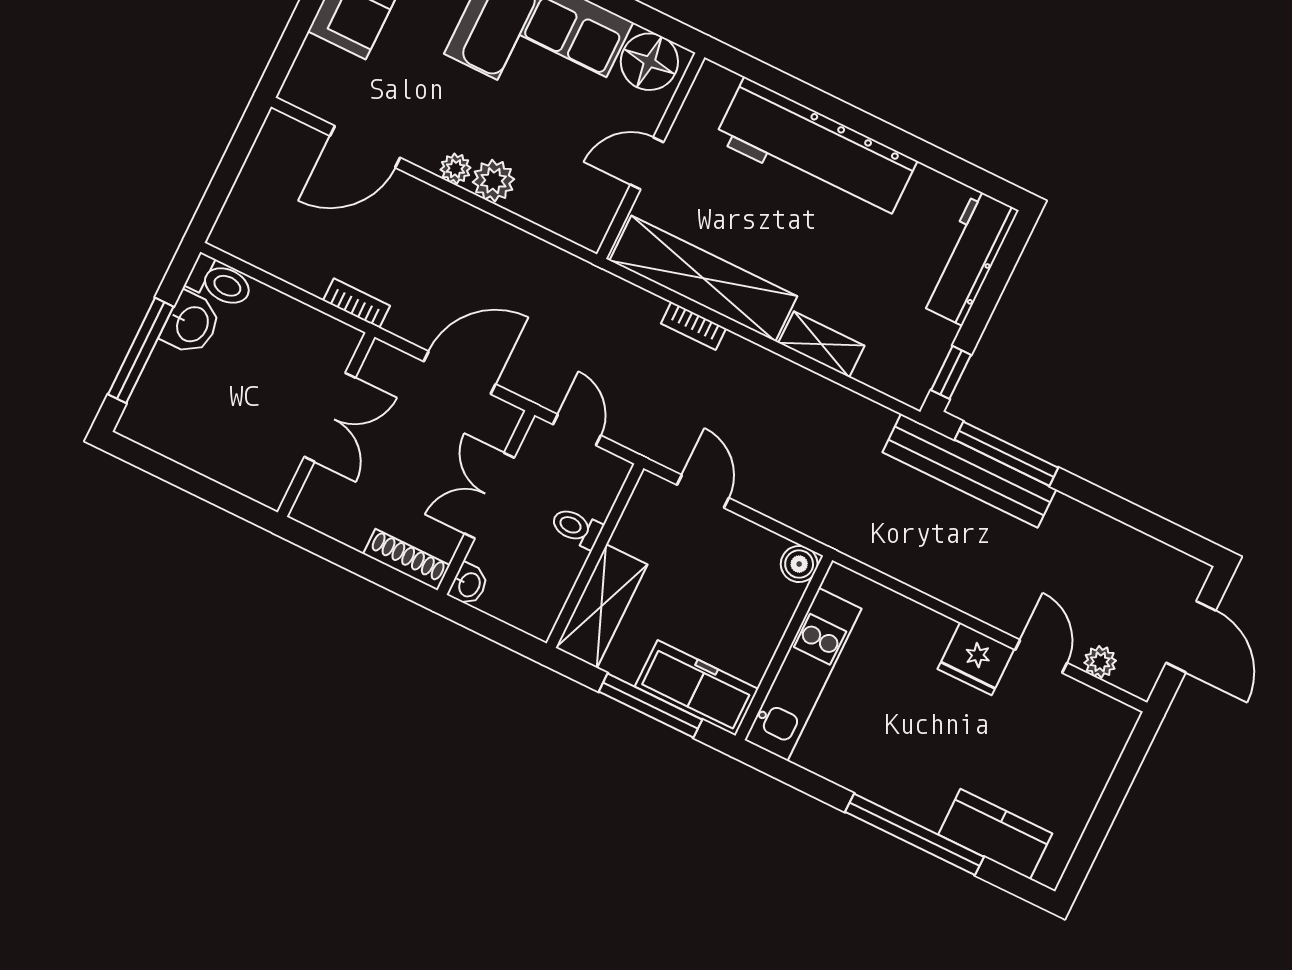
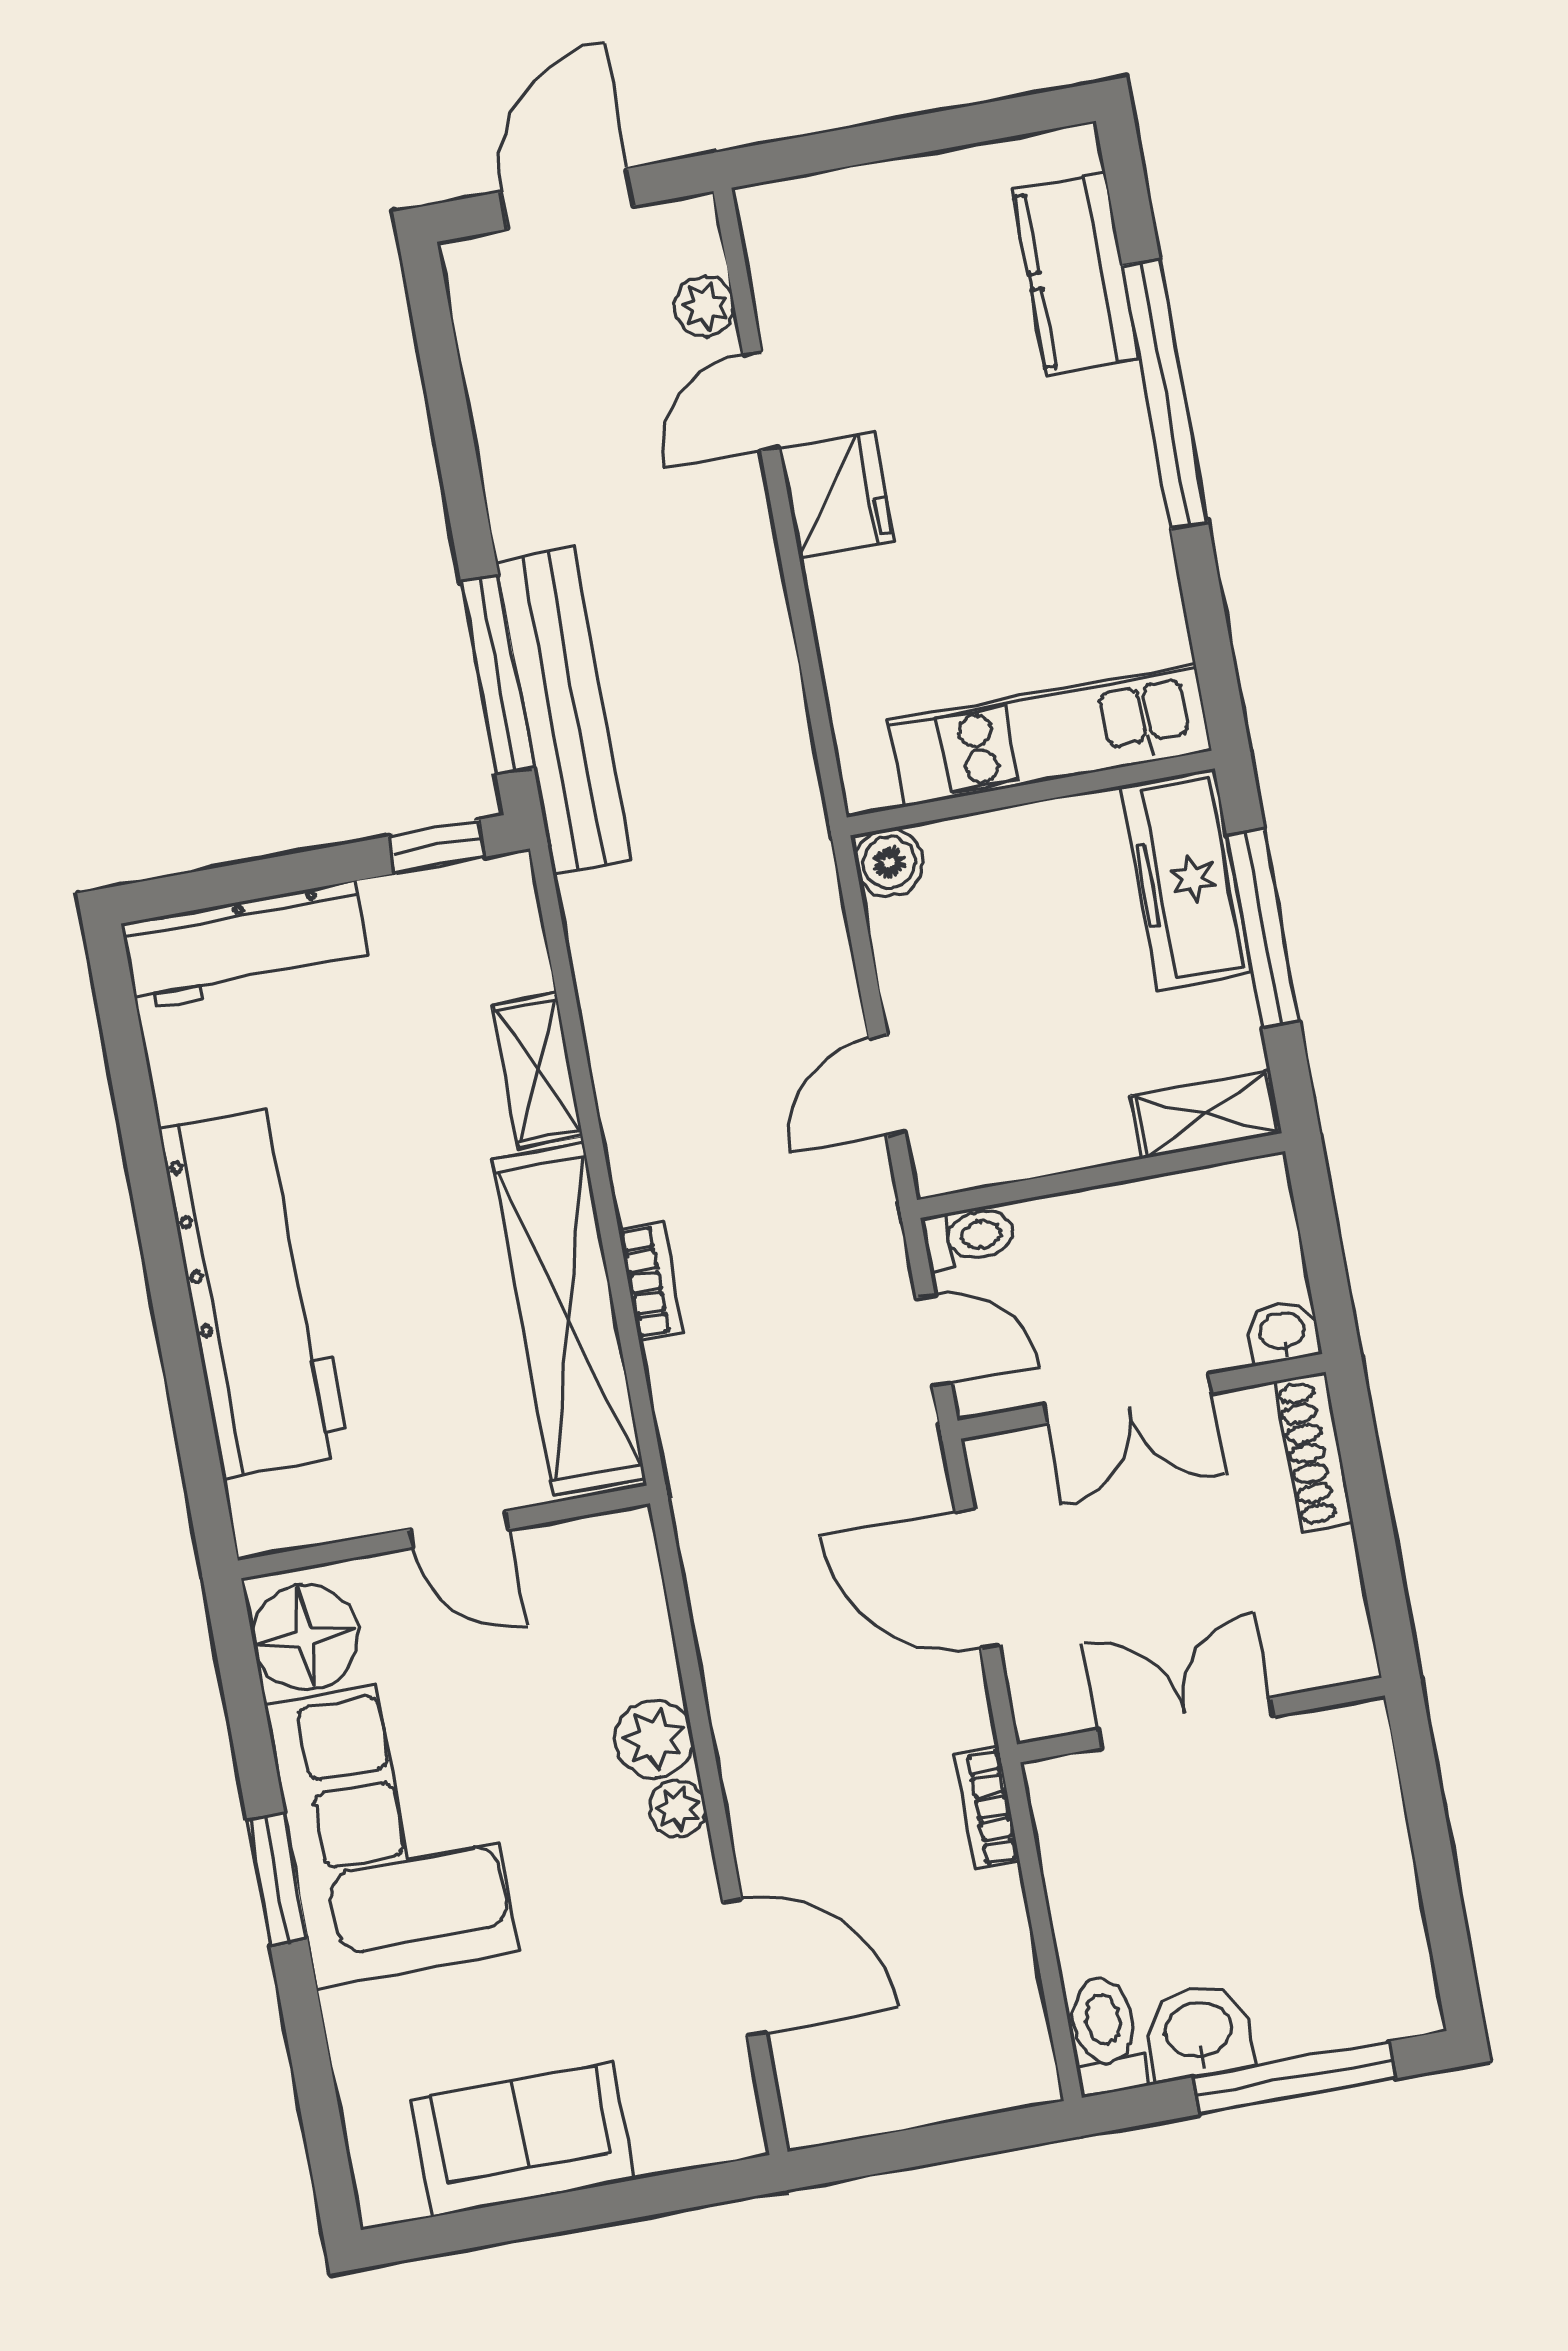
door: (577, 430) -> (934, 1341), swing flipped
toilet: (577, 528) -> (969, 1237), moved, turned -90
shelving: (601, 606) -> (1206, 1115), width x0.67, depth x0.75

